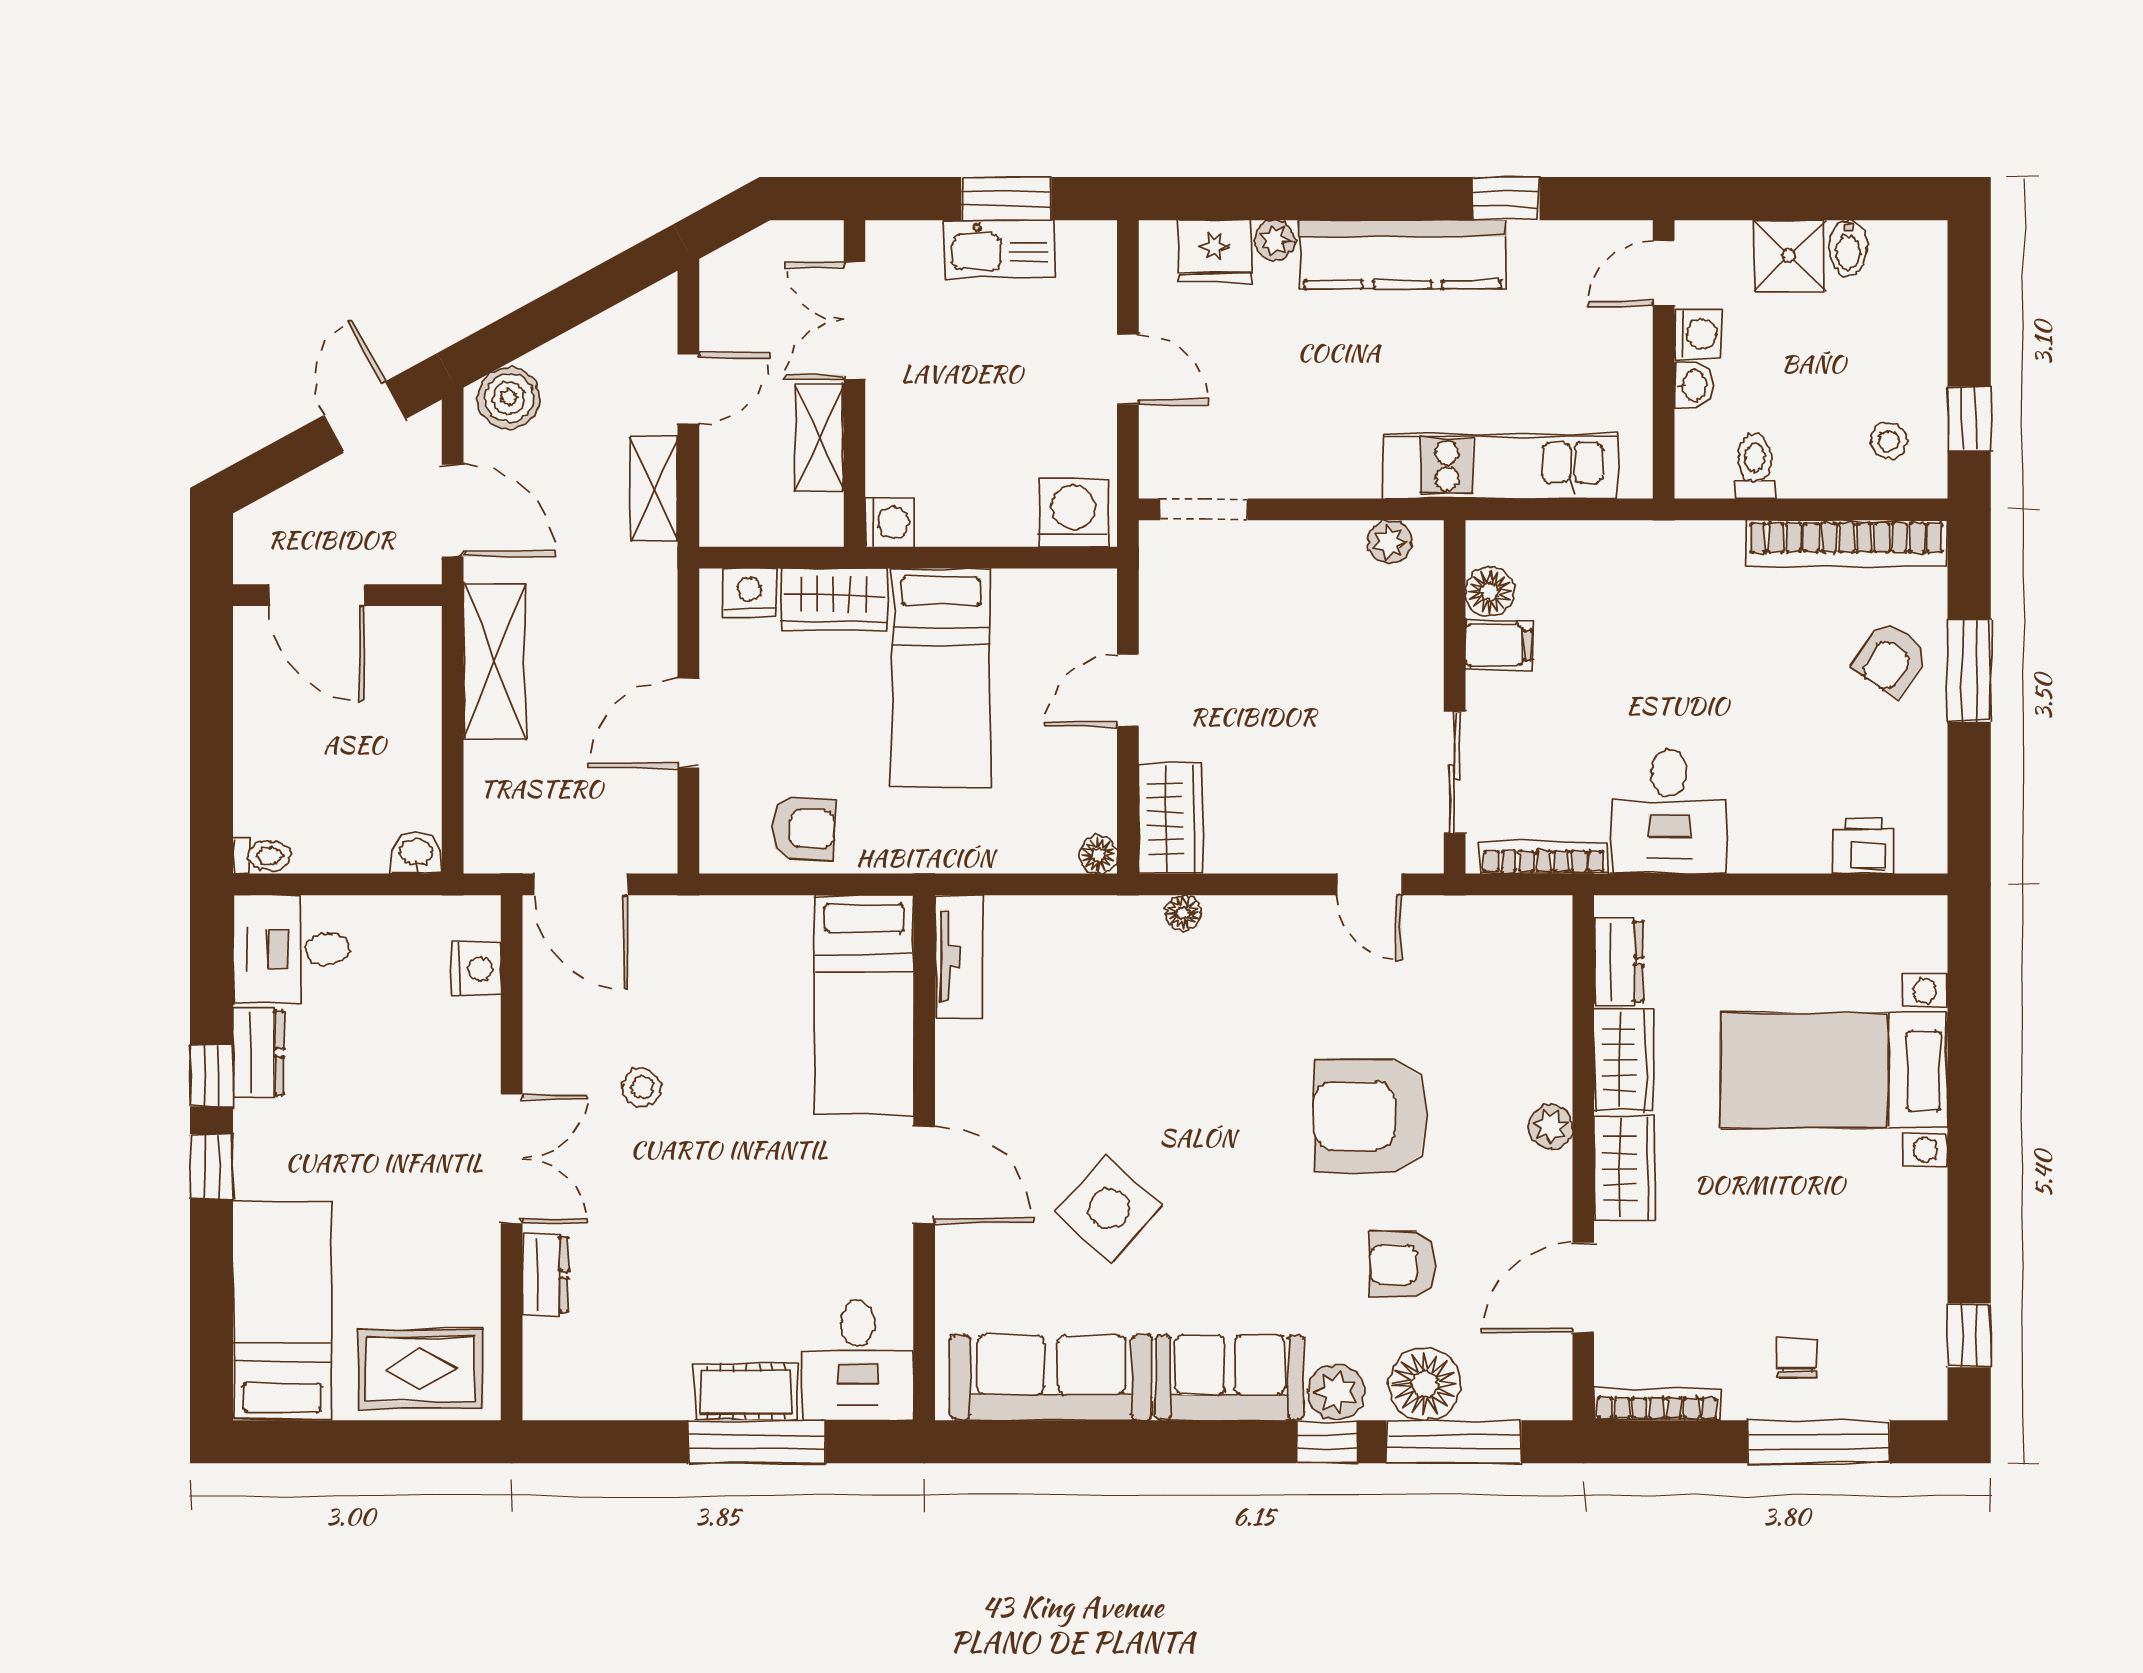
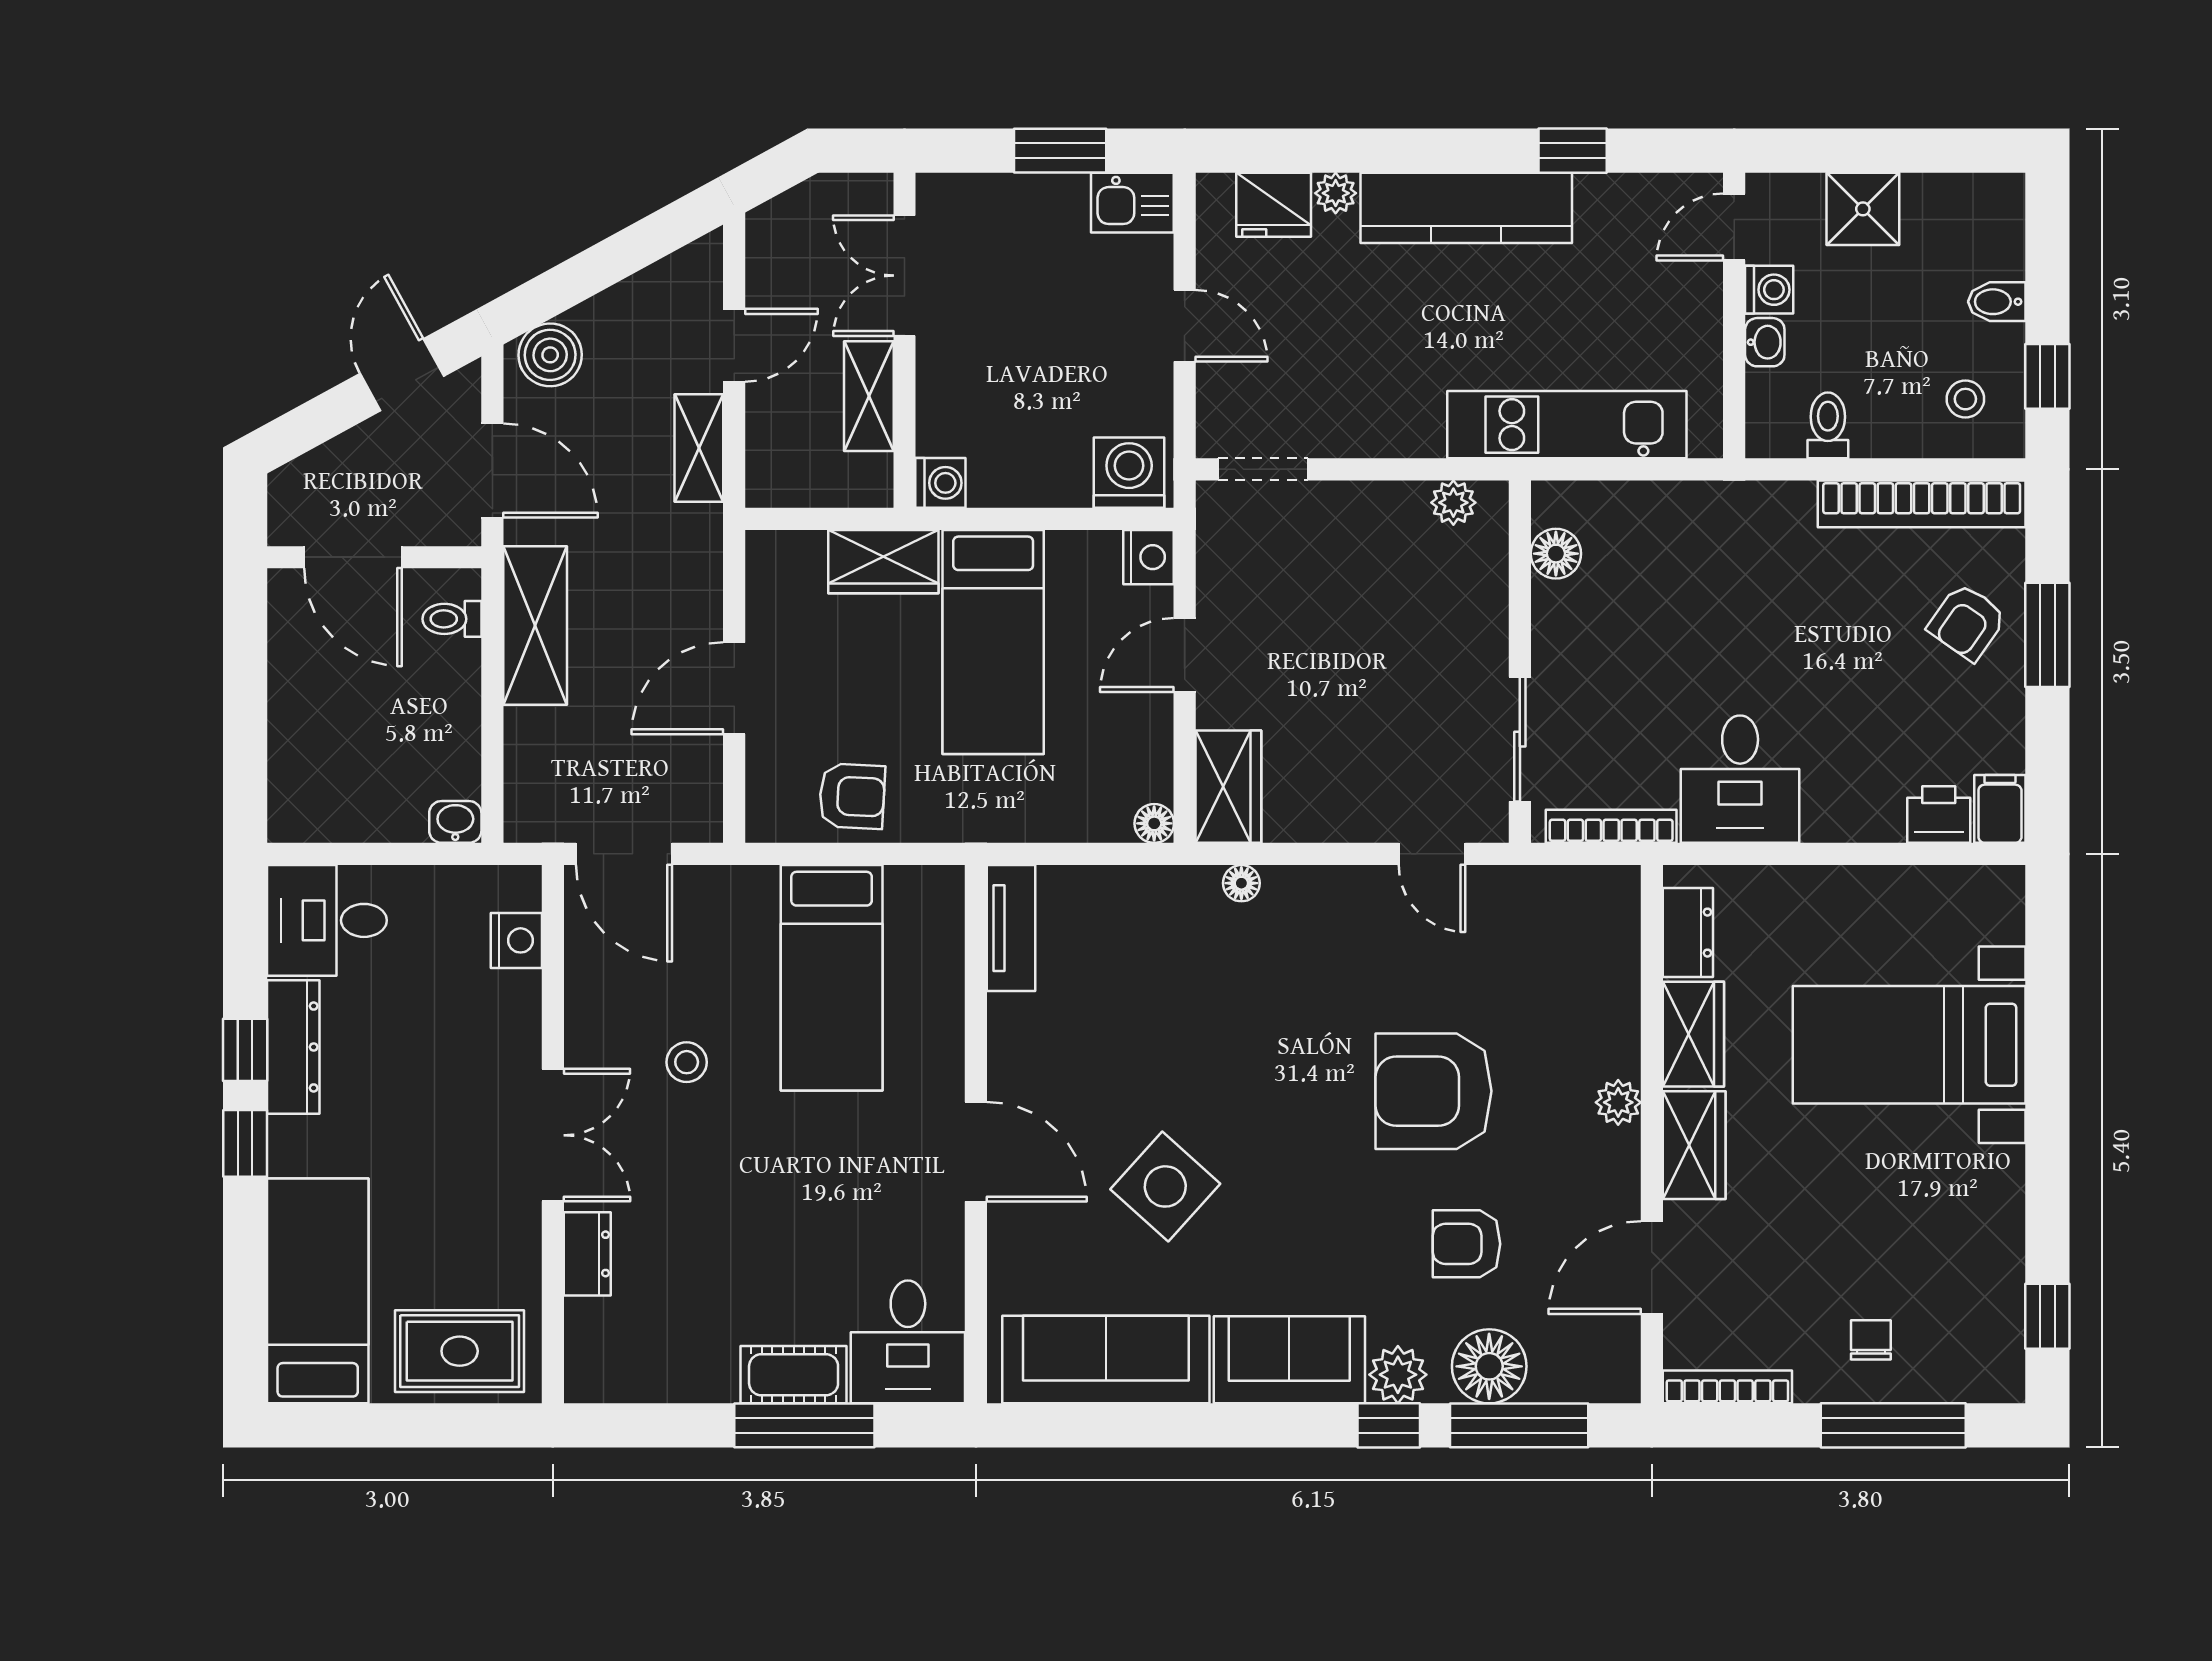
bidet: (1848, 248) -> (1997, 302), moved, turned 90
kitchen sink: (999, 249) -> (1132, 203), moved, width x0.73
nightstand: (749, 593) -> (1149, 557), moved, turned 90
filing cabinet: (1499, 645) -> (2000, 809), moved, turned -90
toilet: (262, 856) -> (452, 619), moved, turned 180
bed: (864, 1005) -> (832, 978), moved
dresser: (258, 1053) -> (293, 1047), width x1.44

